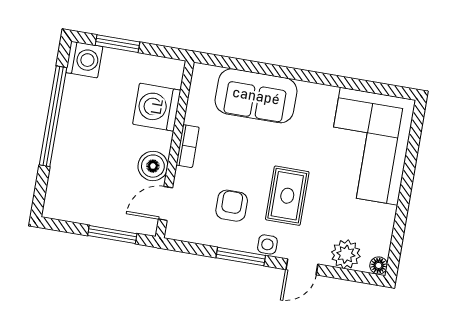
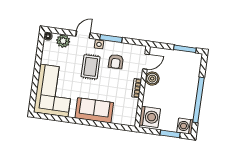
sofa: (256, 96) -> (94, 110), moved
washing machine: (157, 107) -> (150, 117), moved
window: (112, 235) -> (185, 49), moved

